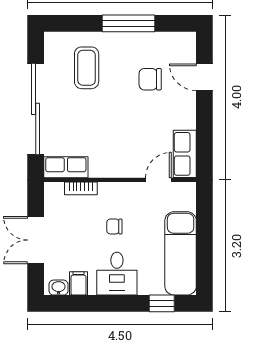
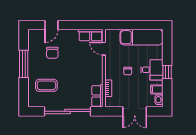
window: (162, 303) -> (167, 72), moved

